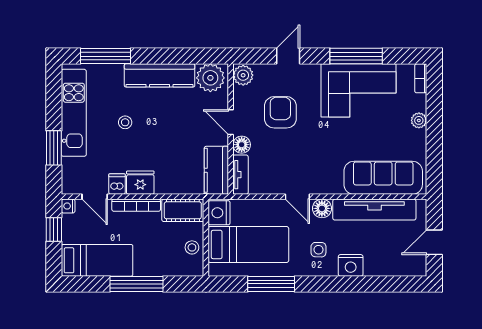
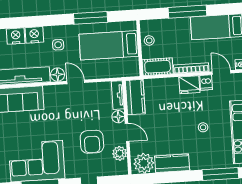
kitchen counter: (160, 75) -> (172, 163), width x0.67
plant: (243, 75) -> (120, 153), moved
nightstand: (219, 213) -> (16, 36), moved, turned -90

